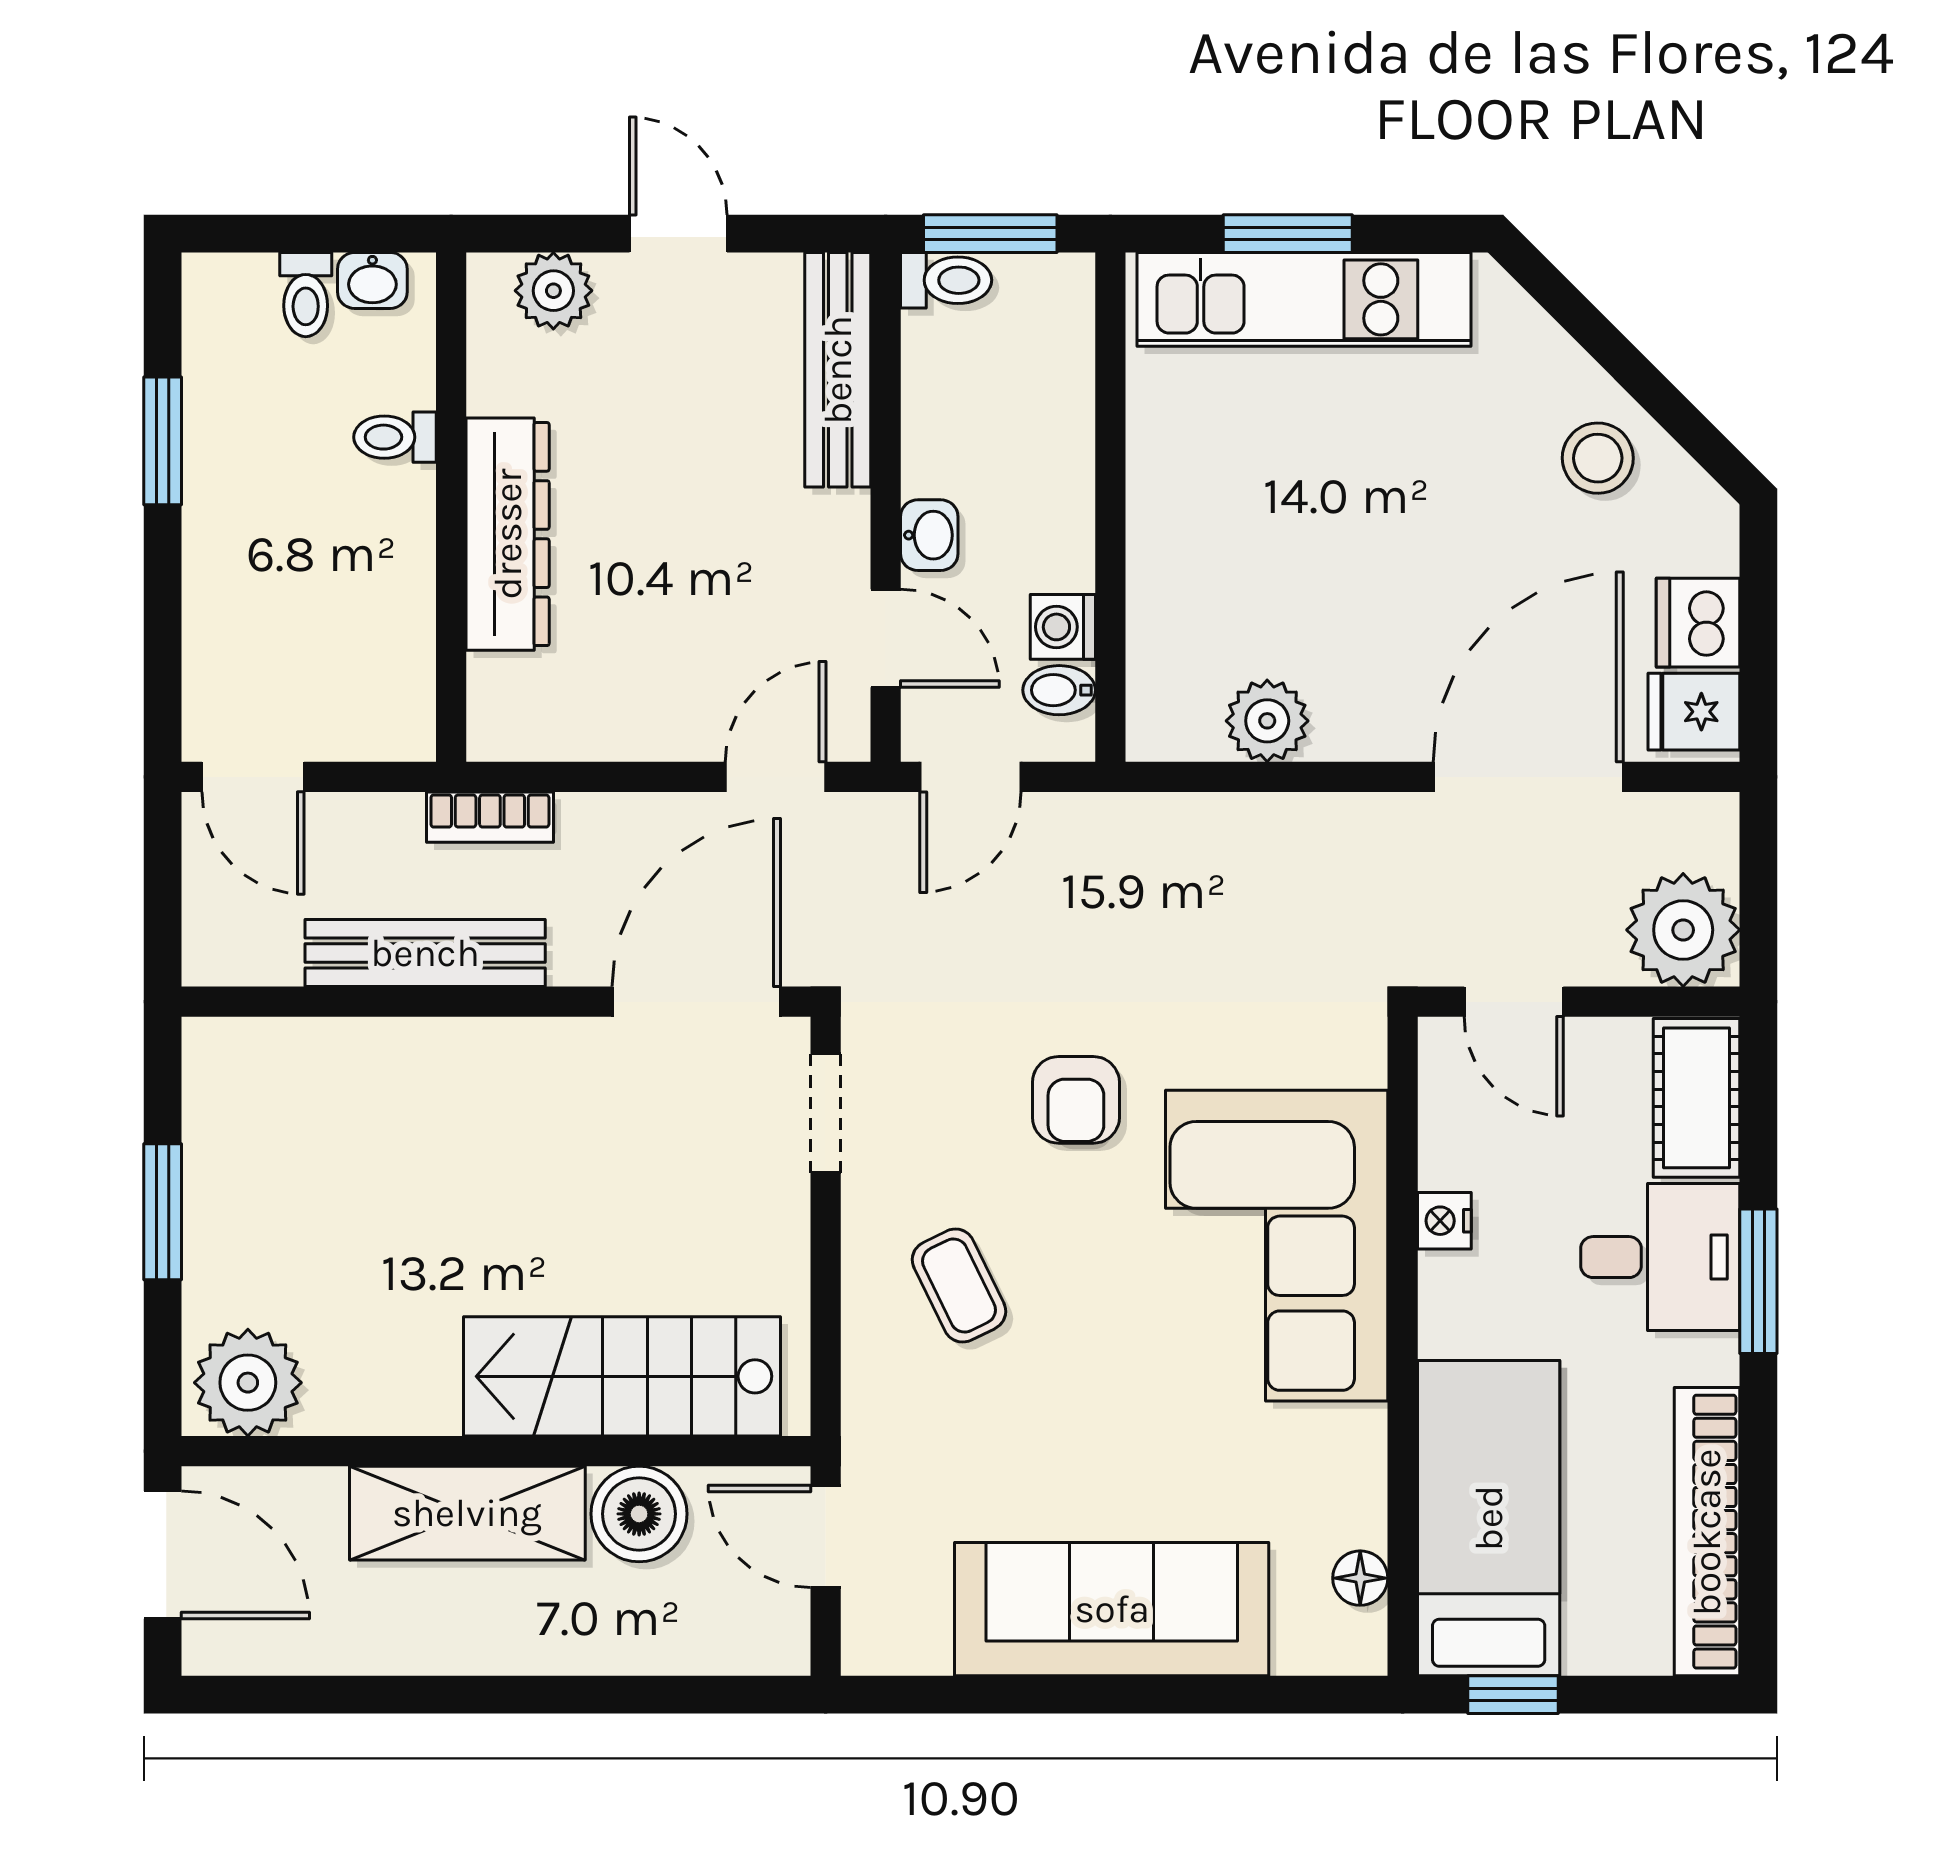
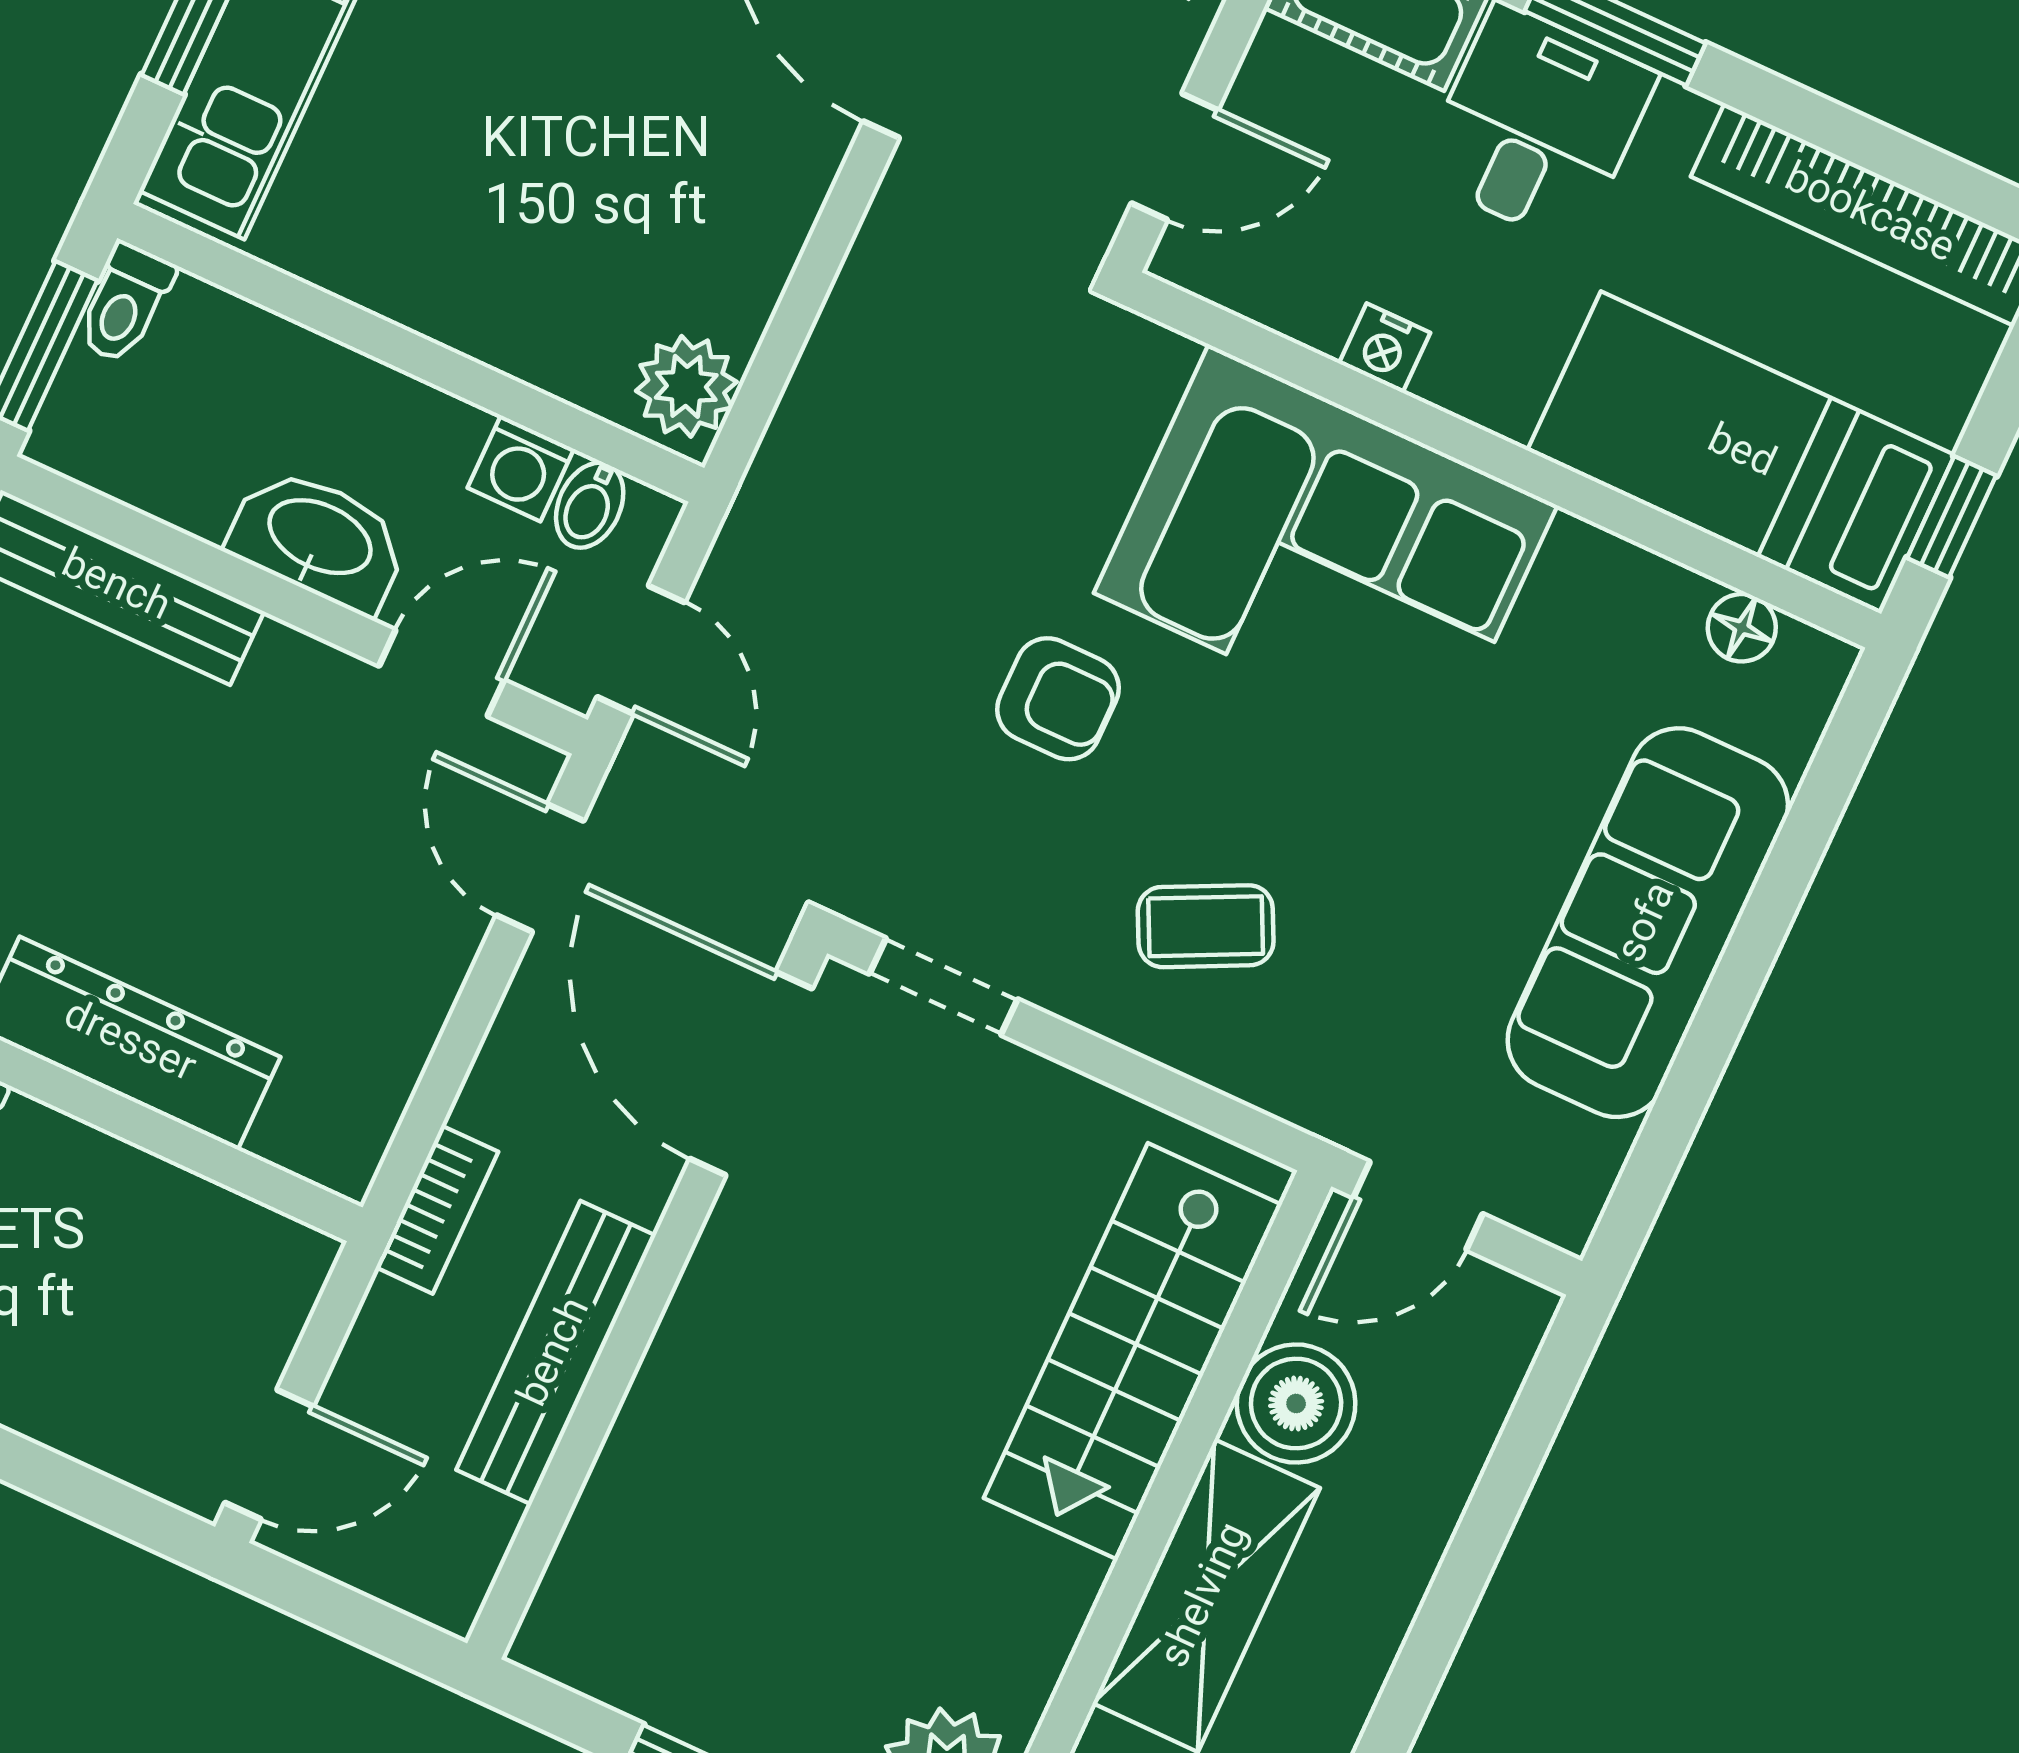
toilet: (946, 280) -> (125, 303), moved, turned 180
washbasin: (929, 535) -> (319, 539), width x1.91, depth x1.45
plant: (1267, 721) -> (686, 386), moved

